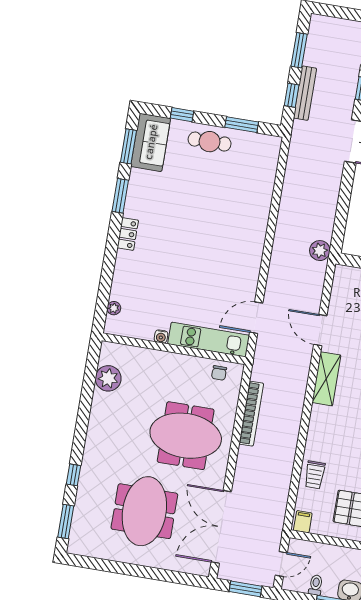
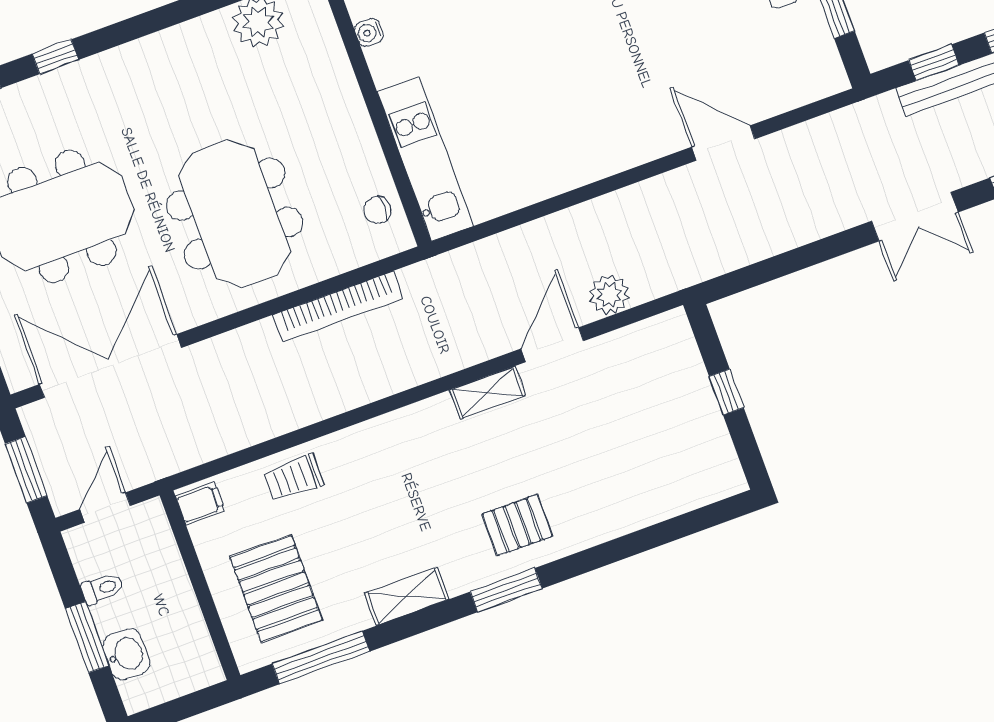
plant: (320, 251) -> (609, 295), moved
door: (256, 318) -> (723, 143), moved
water cooler: (161, 336) -> (369, 32), moved
shelving: (326, 379) -> (488, 393), width x0.67, depth x0.75
door: (281, 564) -> (105, 508), swing flipped

